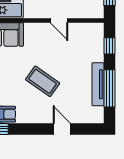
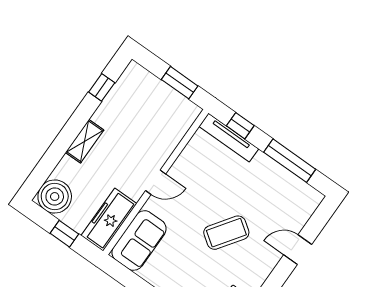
door: (59, 20) -> (156, 182), moved
tv unit: (98, 84) -> (229, 138), moved

